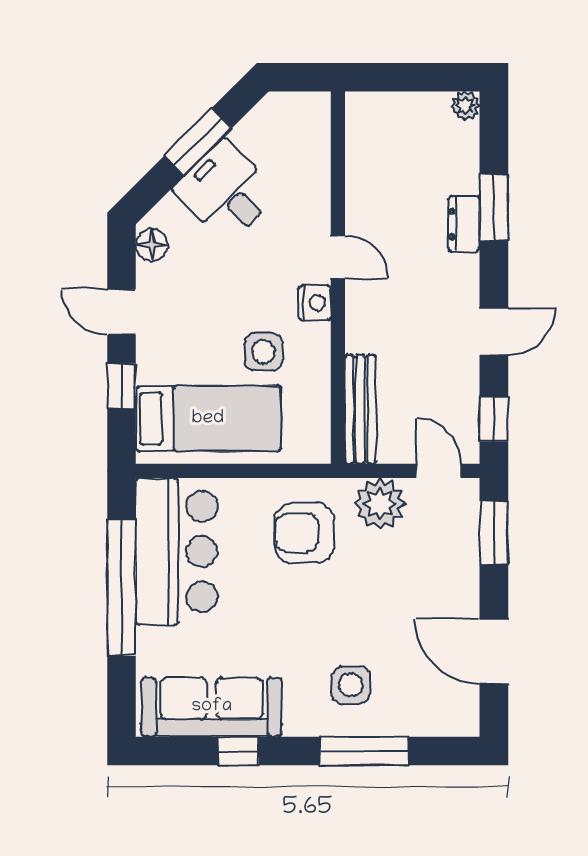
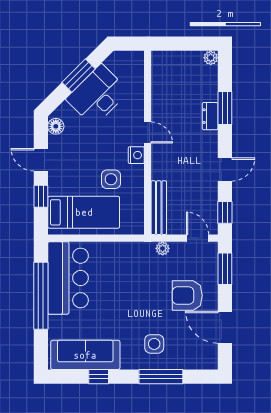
desk: (226, 192) -> (97, 95), width x1.37
plant: (380, 504) -> (163, 248), width x0.53, depth x0.53
armchair: (304, 533) -> (187, 296), moved

